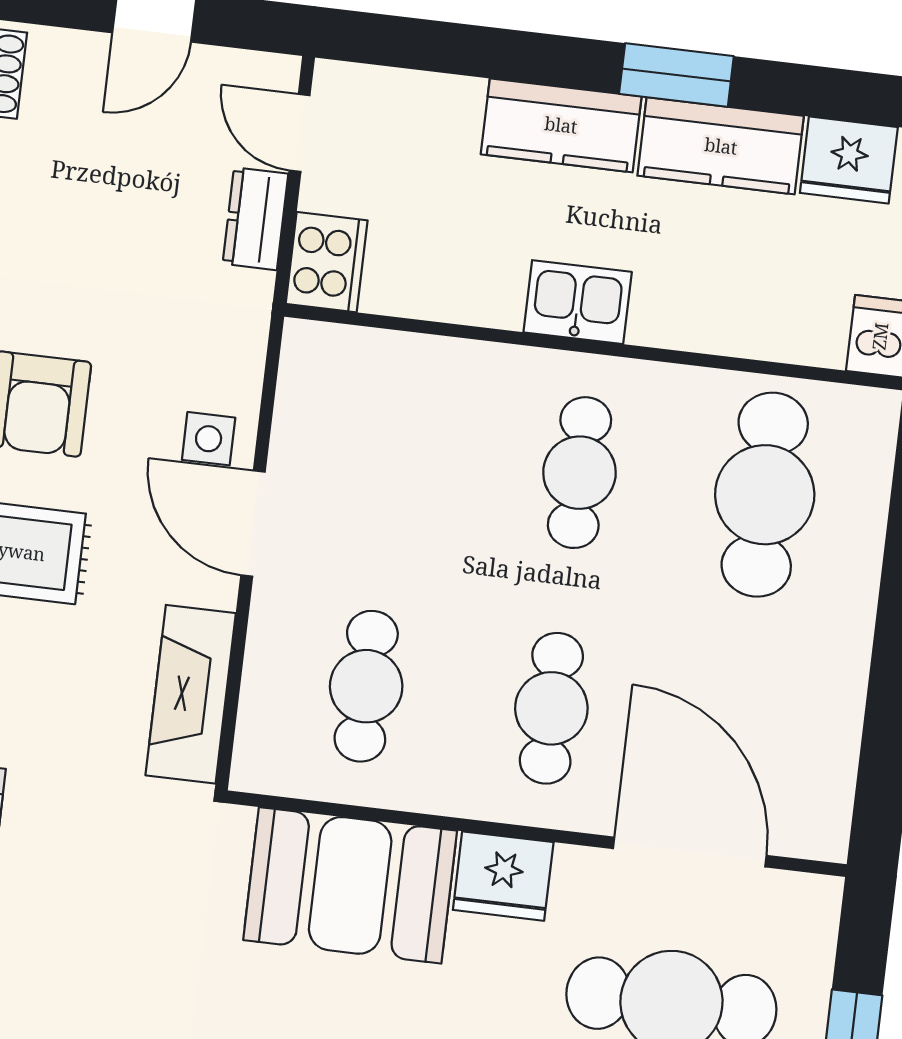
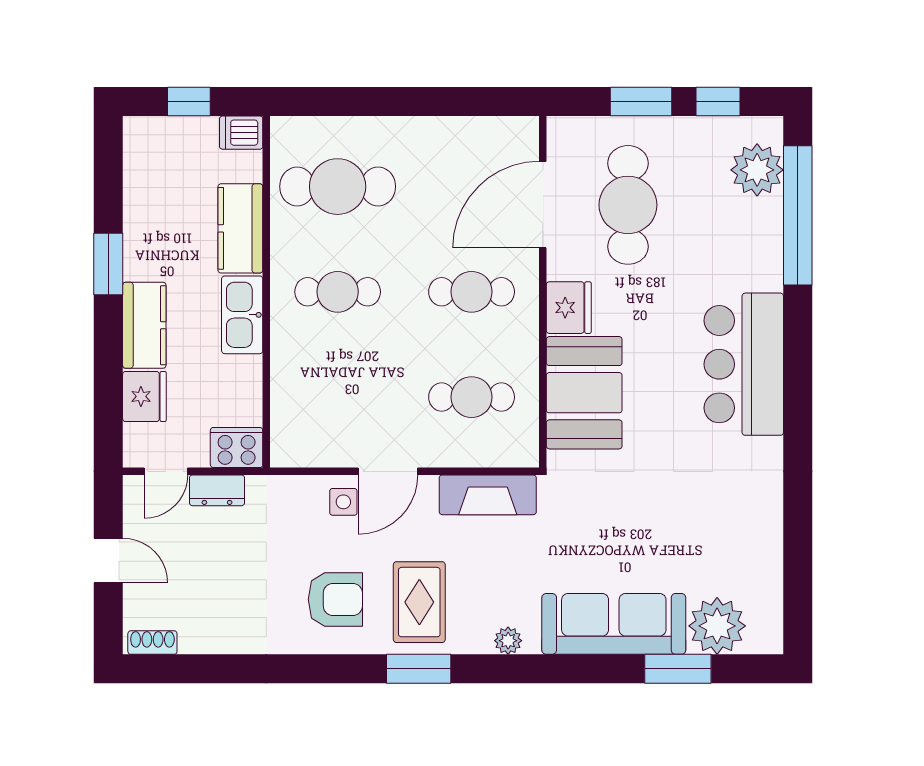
kitchen counter: (721, 146) -> (240, 228), moved, turned 180
fridge: (849, 160) -> (144, 396), moved
kitchen sink: (578, 302) -> (242, 315), width x1.38

